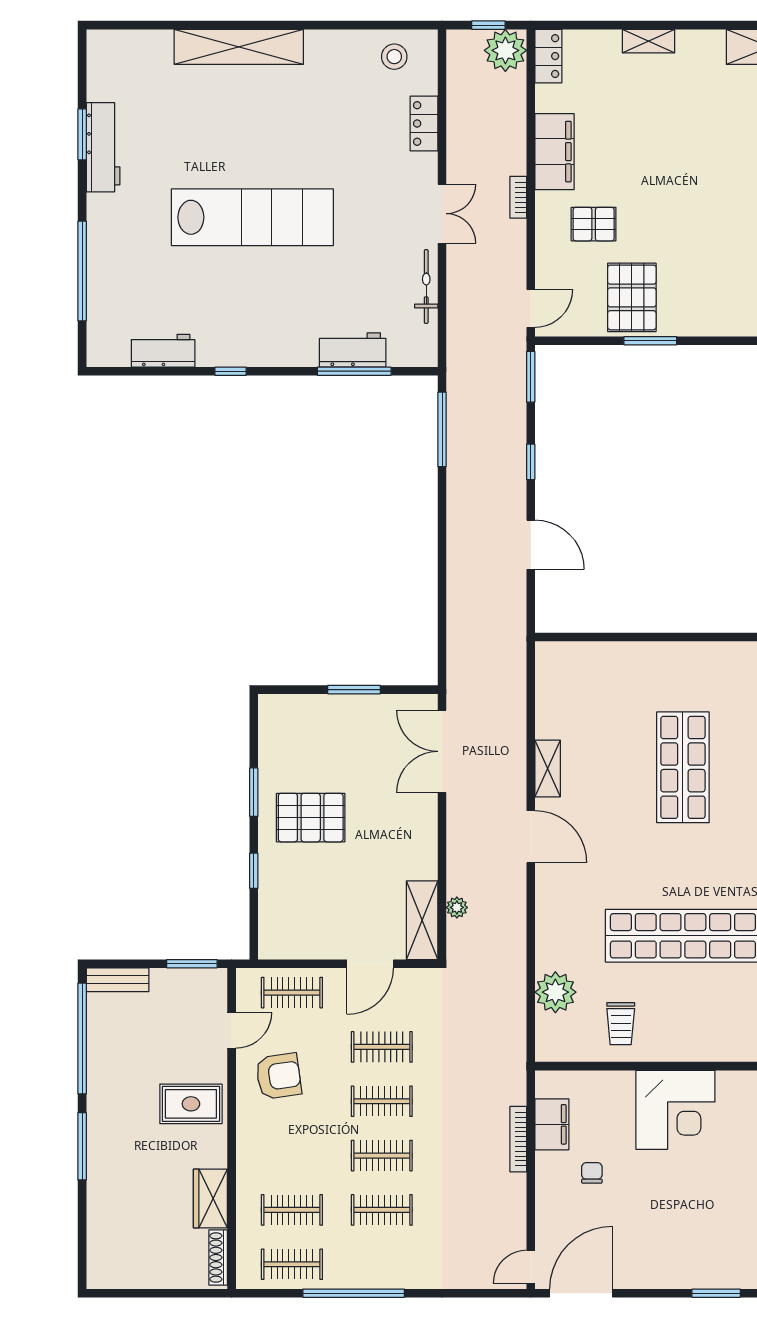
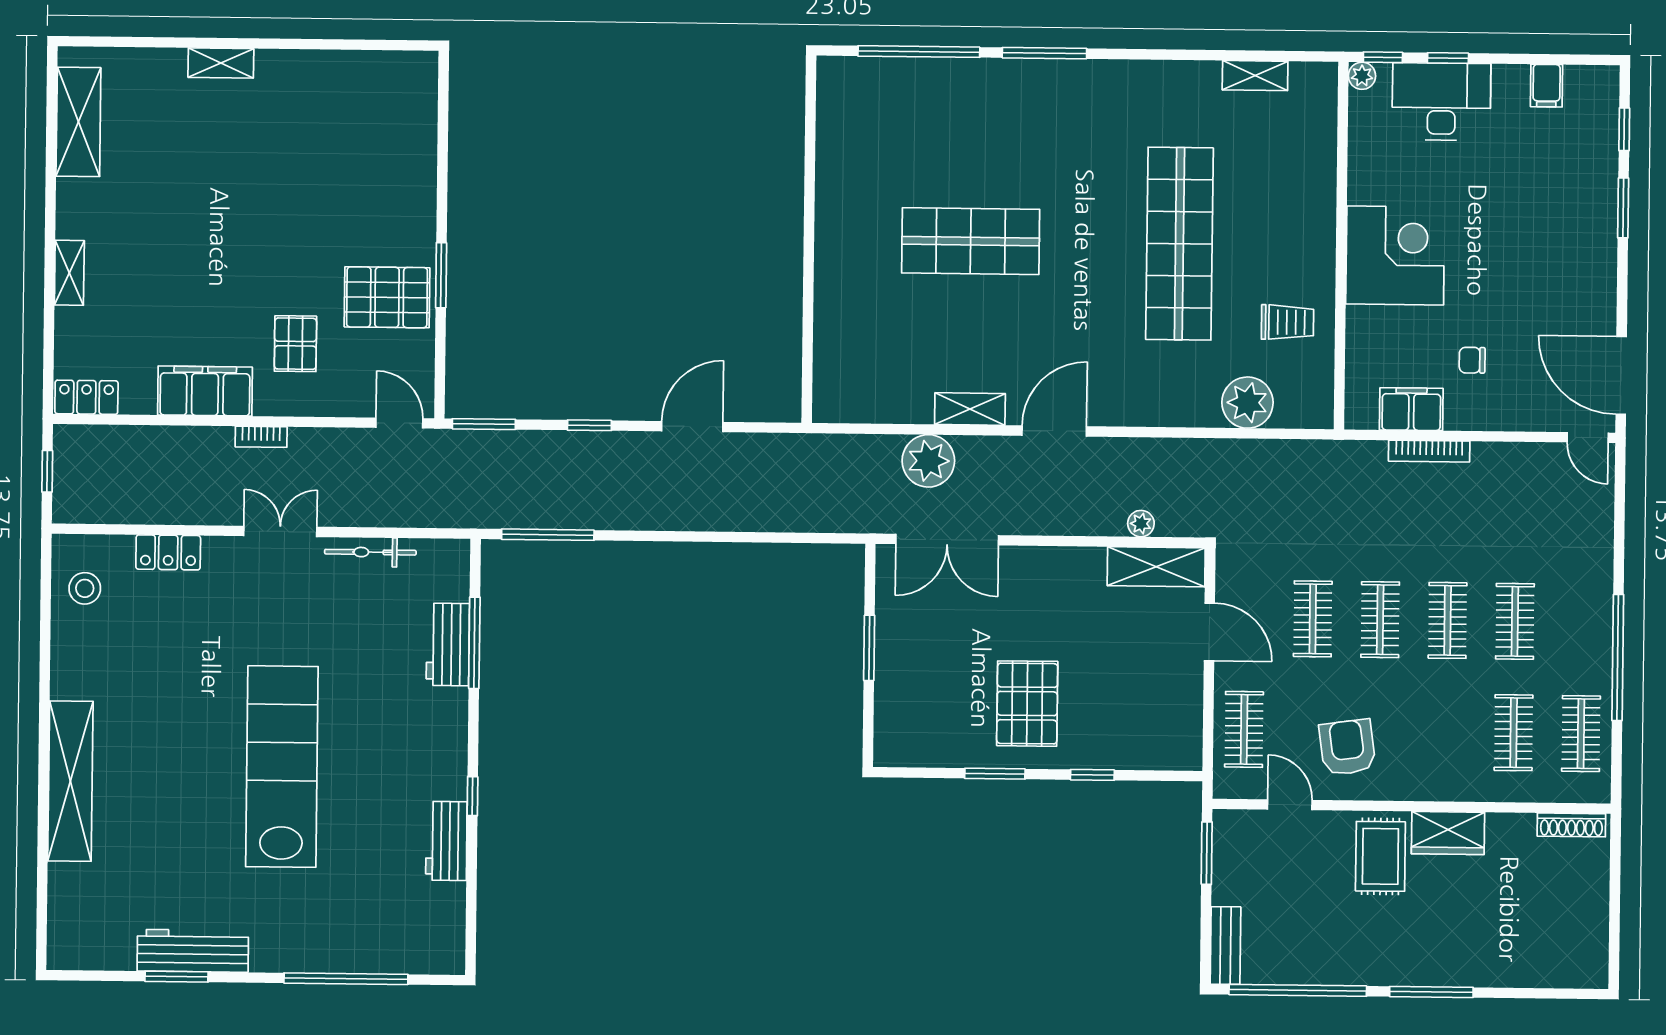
plant: (505, 50) -> (928, 461), moved
workbench: (163, 351) -> (446, 841), moved
wardrobe: (210, 1198) -> (1448, 833), moved

